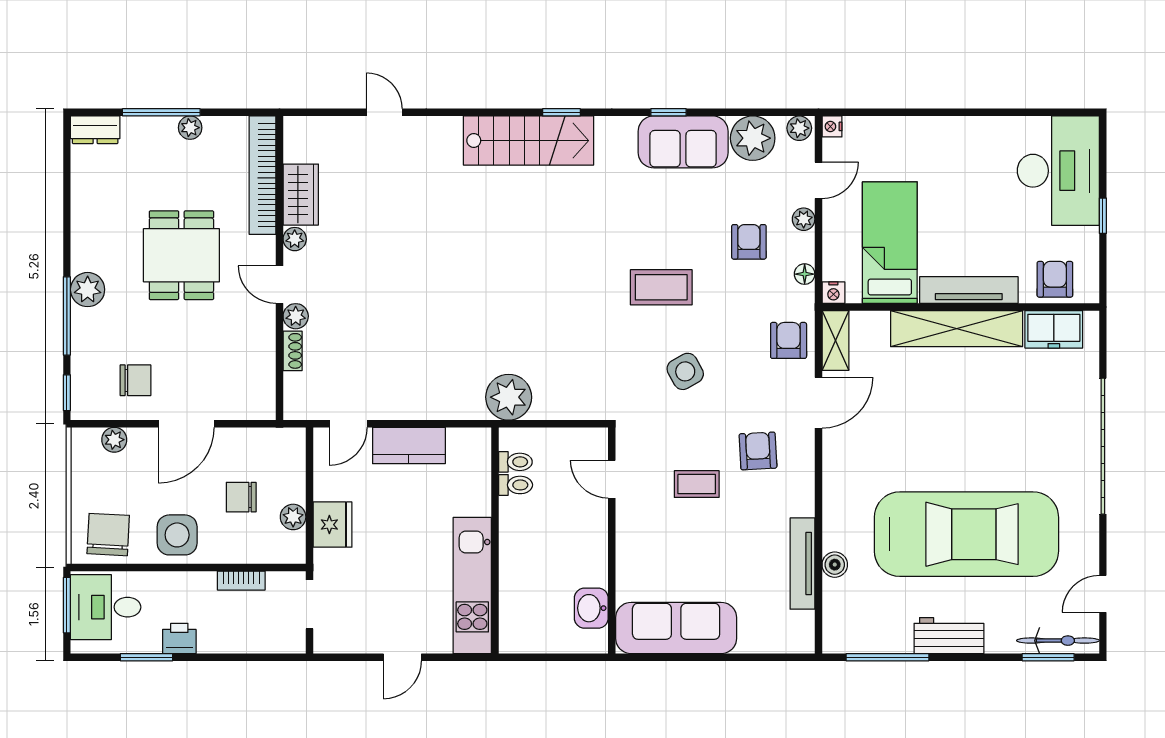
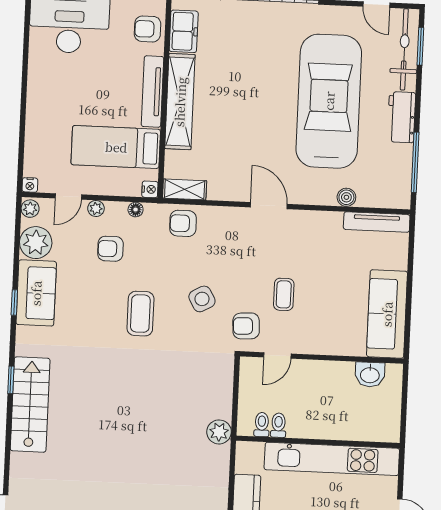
door: (818, 180) -> (68, 196), swing flipped
plant: (509, 397) -> (219, 432), width x0.73, depth x0.73
door: (818, 403) -> (269, 206), moved
armchair: (758, 451) -> (246, 326), moved
tv unit: (802, 564) -> (377, 222), moved
kitchen unit: (472, 586) -> (332, 459), width x1.36
bicycle: (1058, 641) -> (404, 49), width x1.37, depth x1.40

